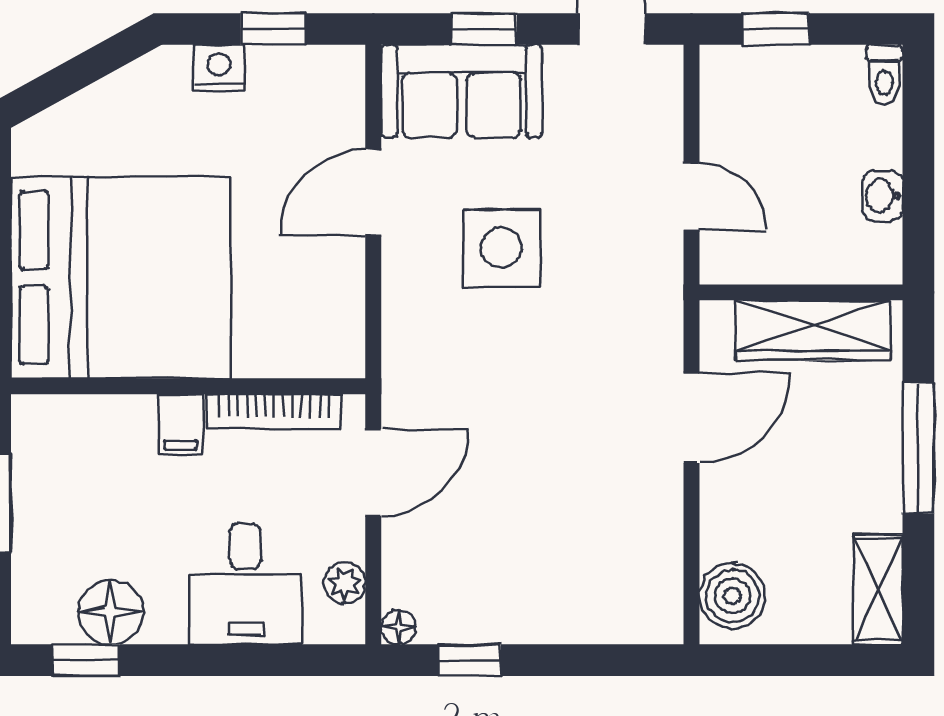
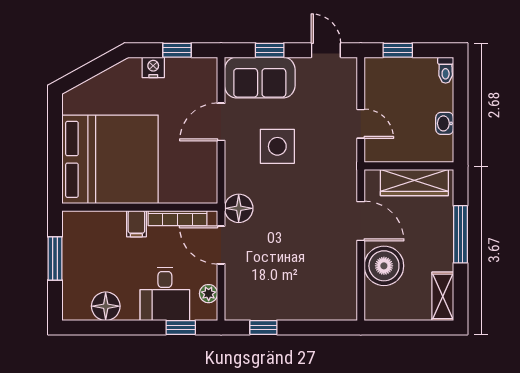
door: (691, 418) -> (361, 221), hinge flipped
door: (373, 472) -> (221, 245), swing flipped
boiler: (732, 596) -> (384, 266), moved, width x1.37, depth x1.37
floor lamp: (398, 627) -> (239, 208), moved, width x1.89, depth x1.89
window: (86, 660) -> (181, 327), moved

